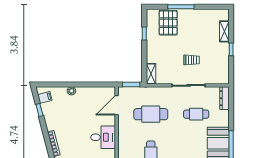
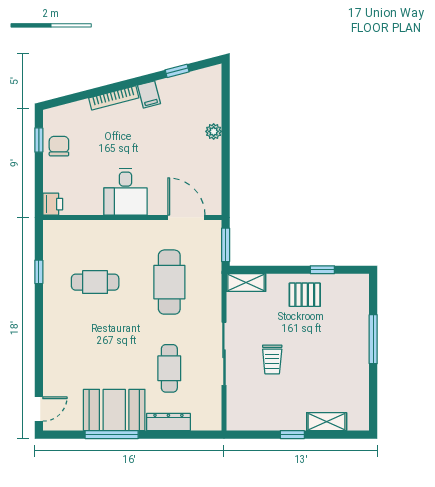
pallet: (168, 23) -> (305, 295), moved, width x0.67, depth x0.71
filing cabinet: (45, 97) -> (149, 94), moved
dresser: (225, 98) -> (168, 422), moved

